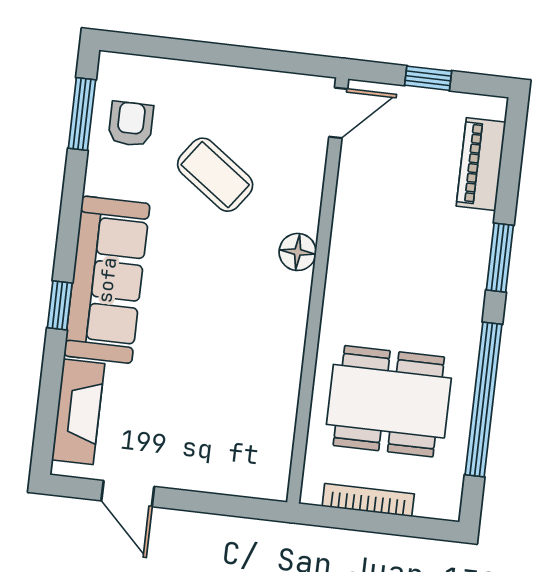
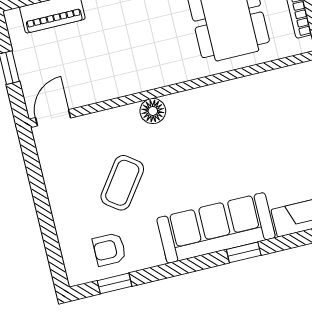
door: (338, 113) -> (53, 118), hinge flipped
window: (82, 114) -> (115, 283), width x0.67

